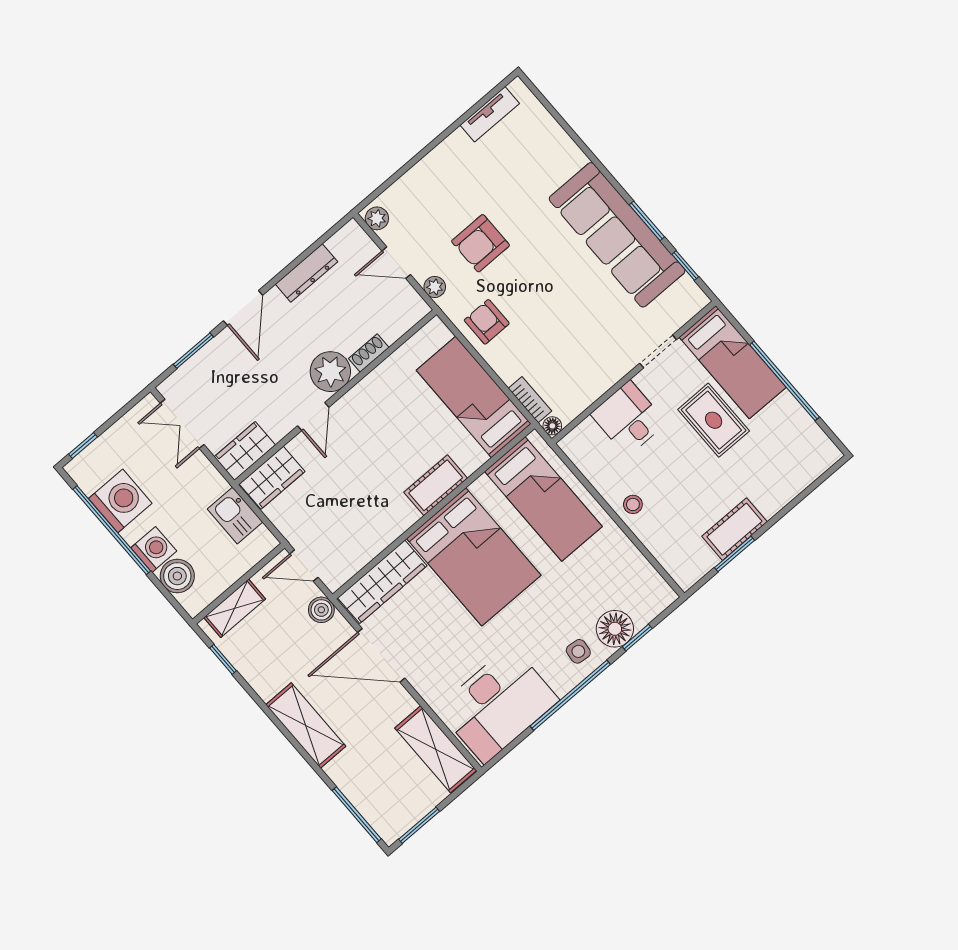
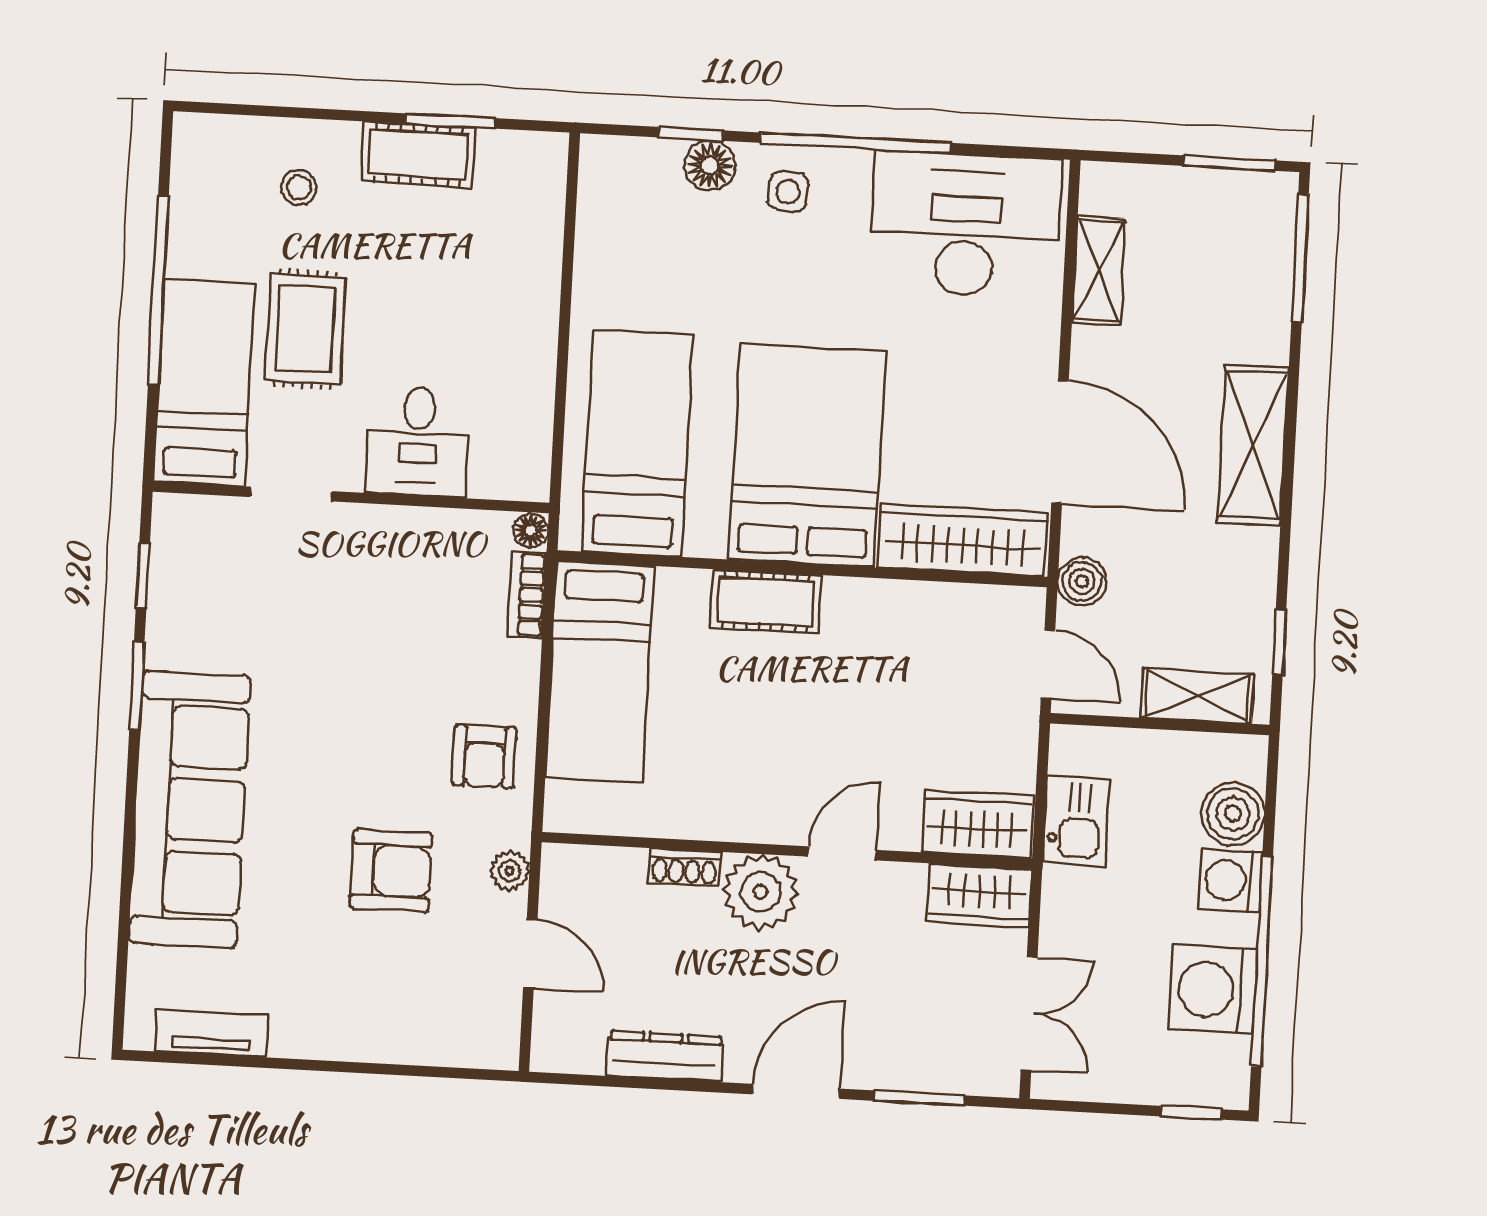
plant: (377, 218) -> (499, 1039), removed
sofa: (617, 235) -> (190, 809), moved
stool: (633, 504) -> (299, 187), moved
floor lamp: (615, 629) -> (710, 165), width x0.73, depth x0.73
shelving: (436, 749) -> (1099, 271), width x0.67, depth x0.75

